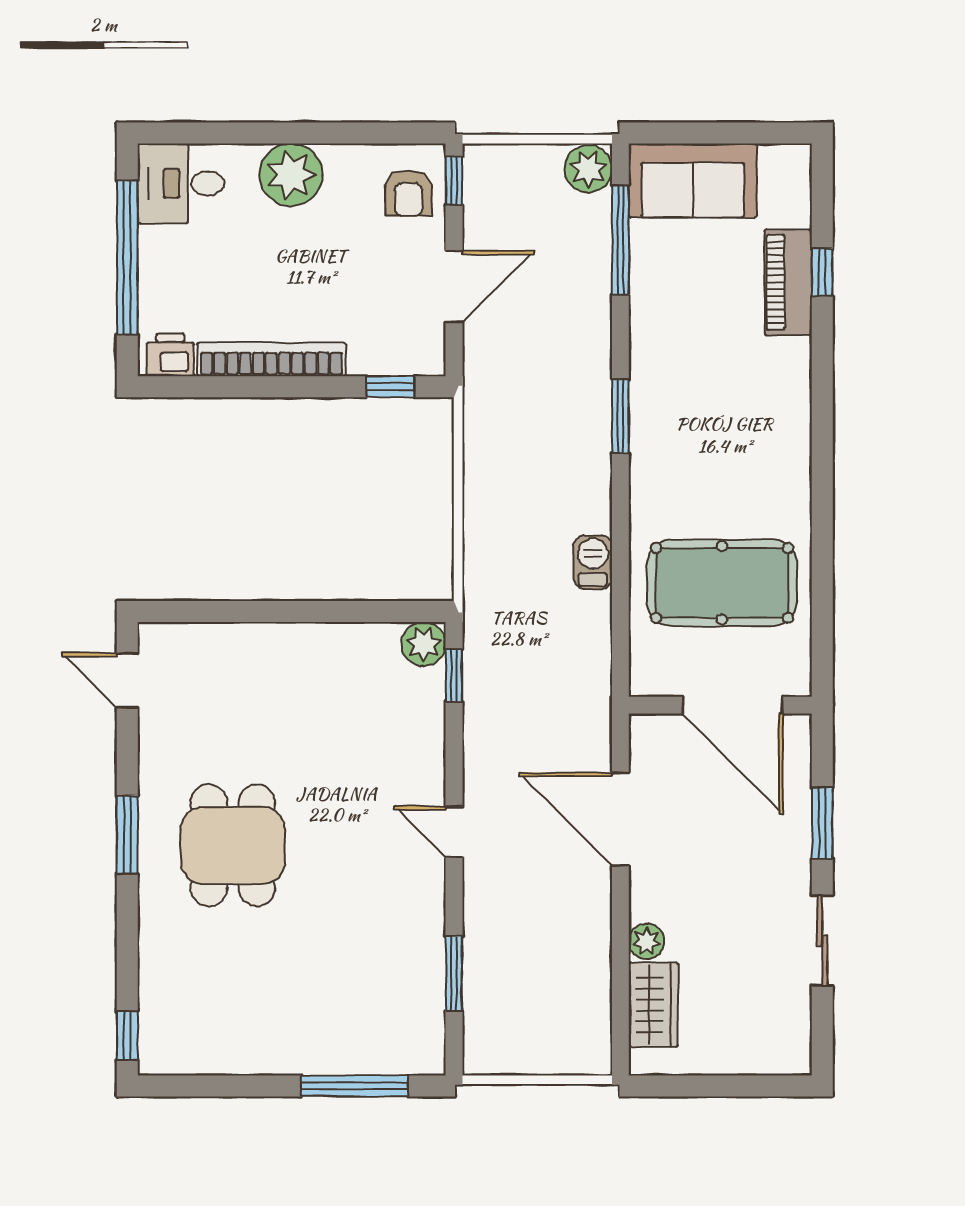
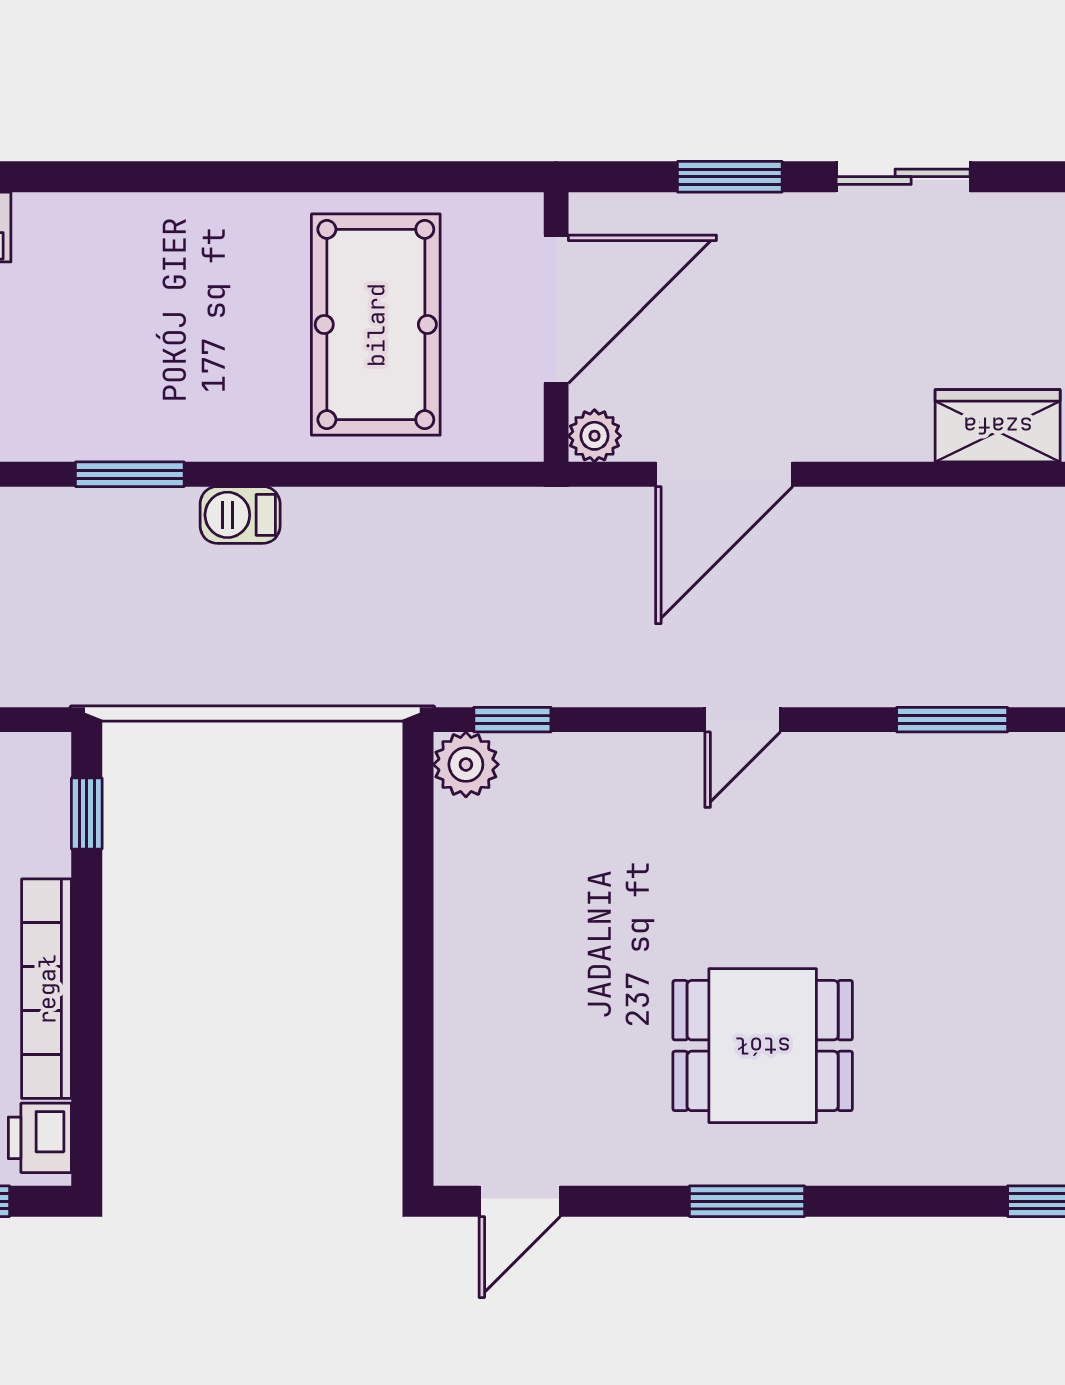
barbecue: (593, 562) -> (240, 515), moved
plant: (647, 941) -> (594, 436), moved

